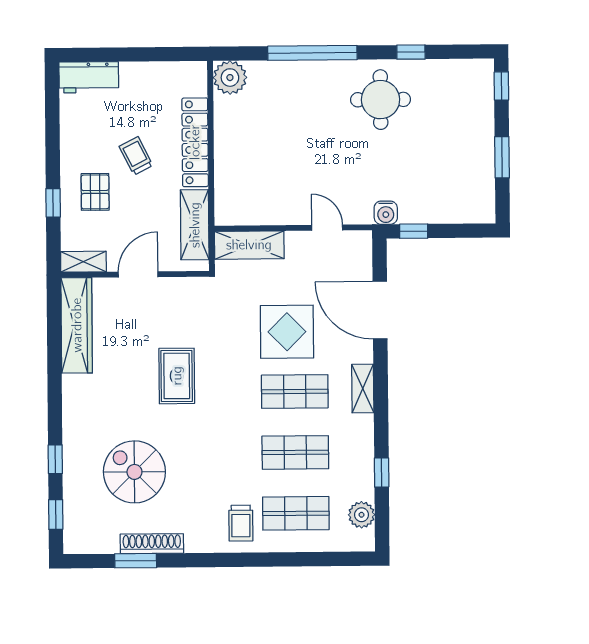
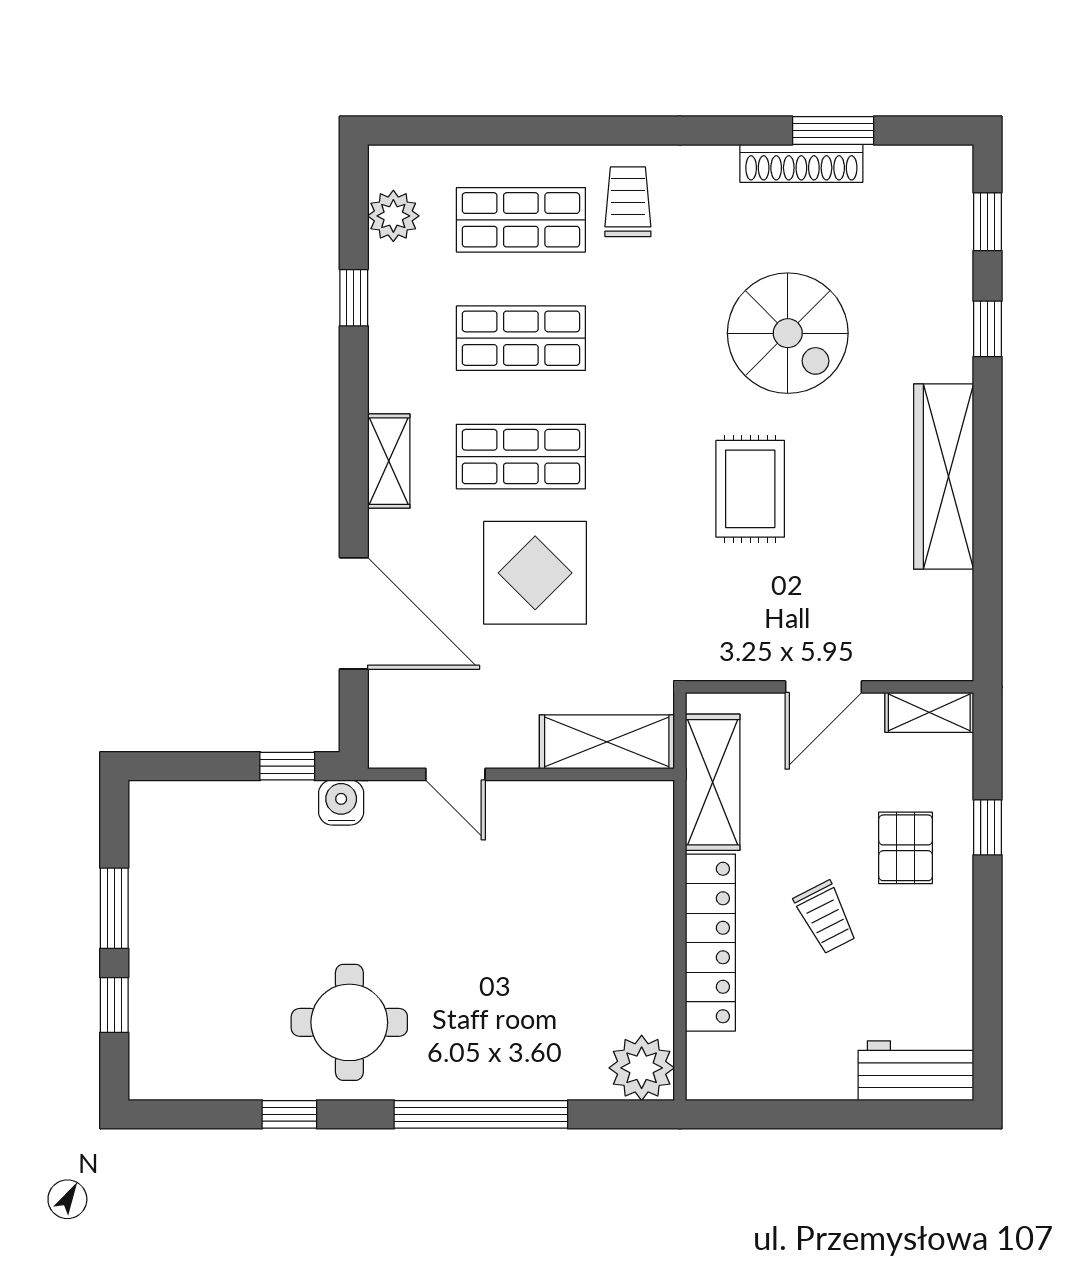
window: (501, 86) -> (114, 1005), moved
wardrobe: (77, 325) -> (944, 477), moved
spiral stairs: (134, 472) -> (788, 333), moved

